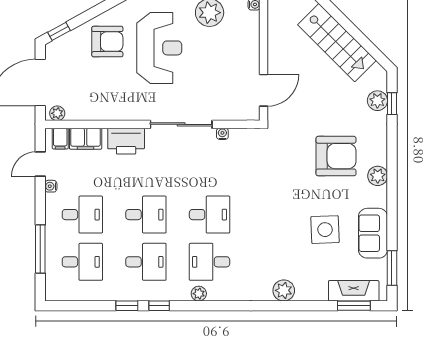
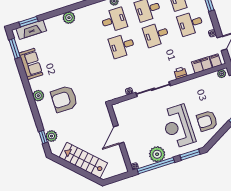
door: (263, 90) -> (119, 135), moved
printer: (126, 141) -> (180, 73), width x0.53, depth x0.68
side table: (325, 230) -> (57, 58), removed

